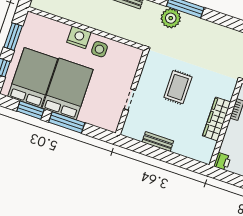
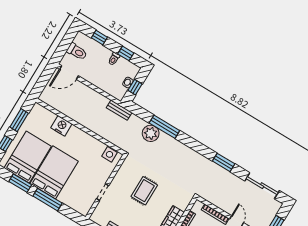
nightstand: (79, 37) -> (61, 126), moved
side table: (99, 49) -> (109, 154), moved

